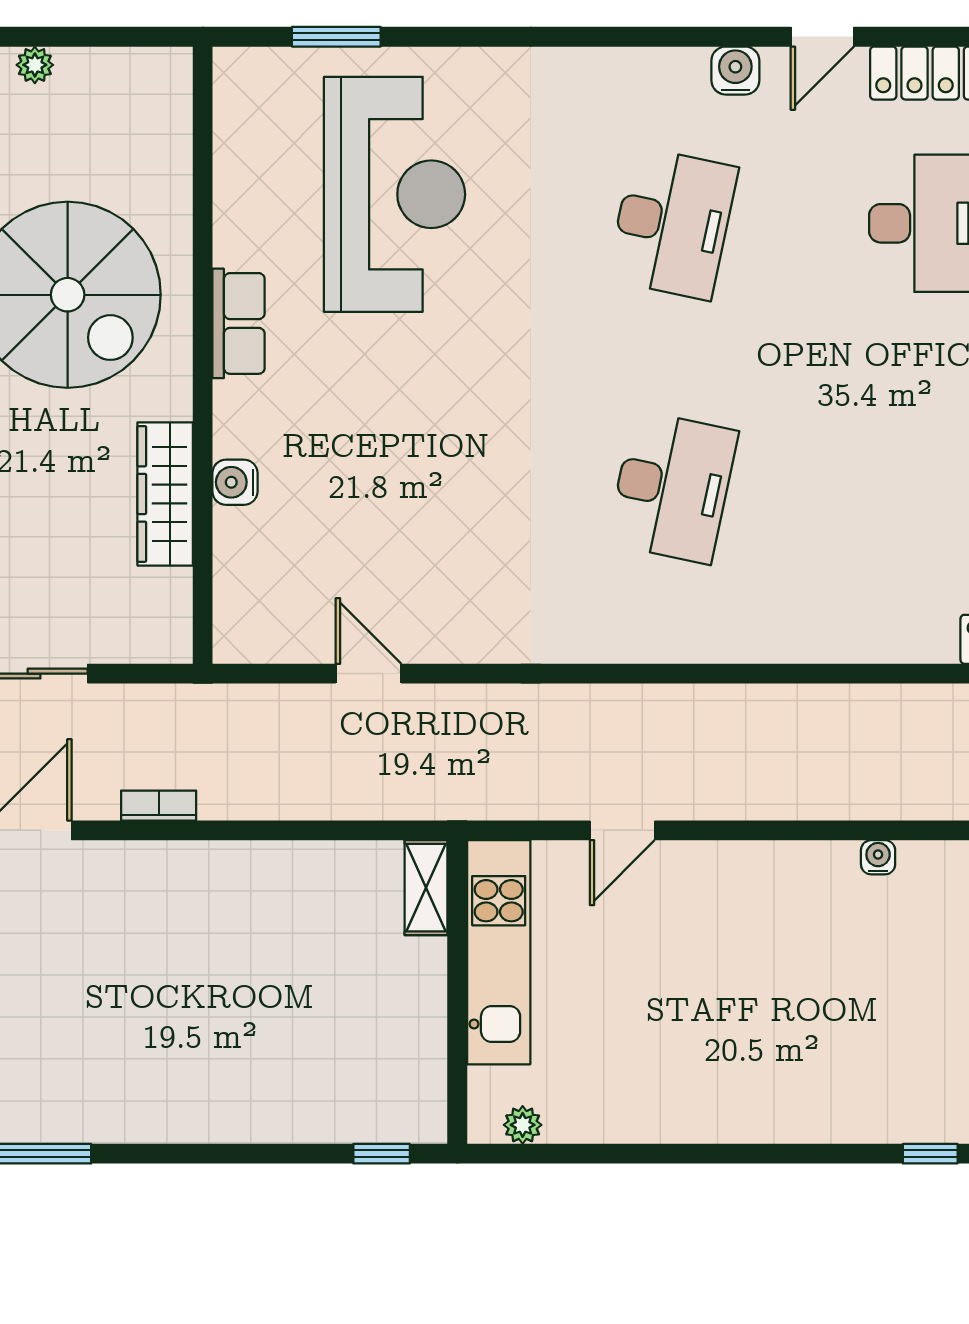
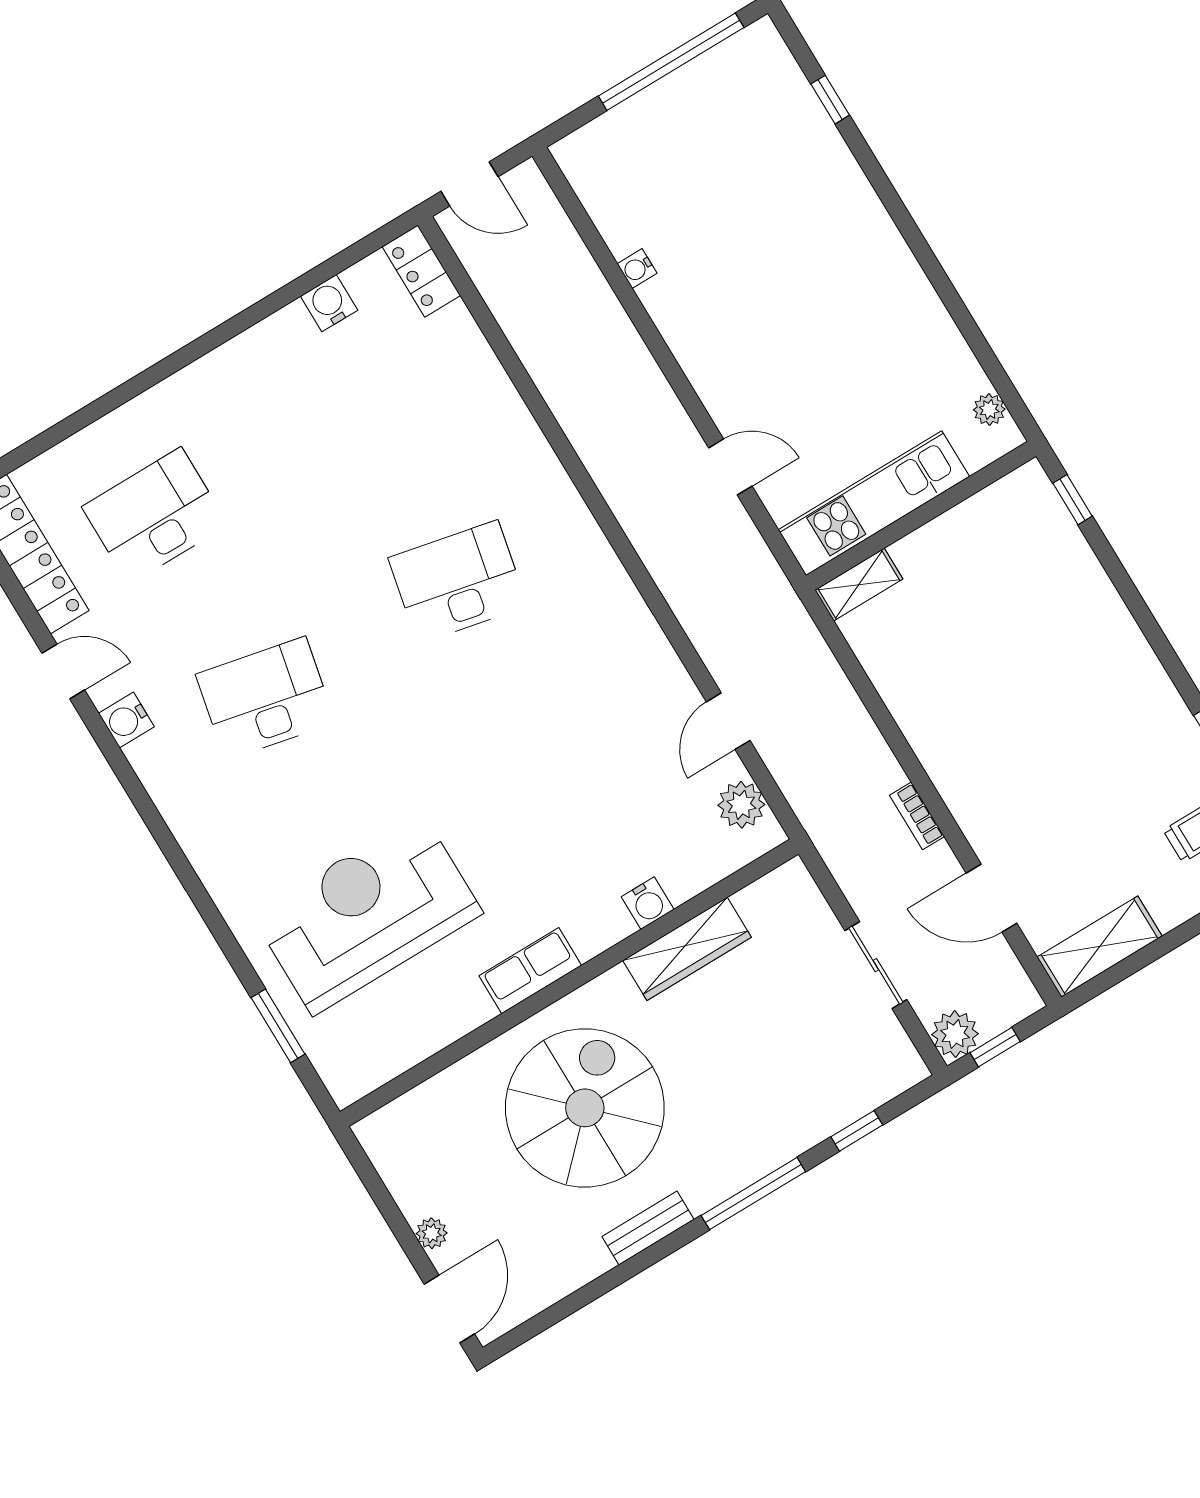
plant: (277, 636) -> (741, 805), added

